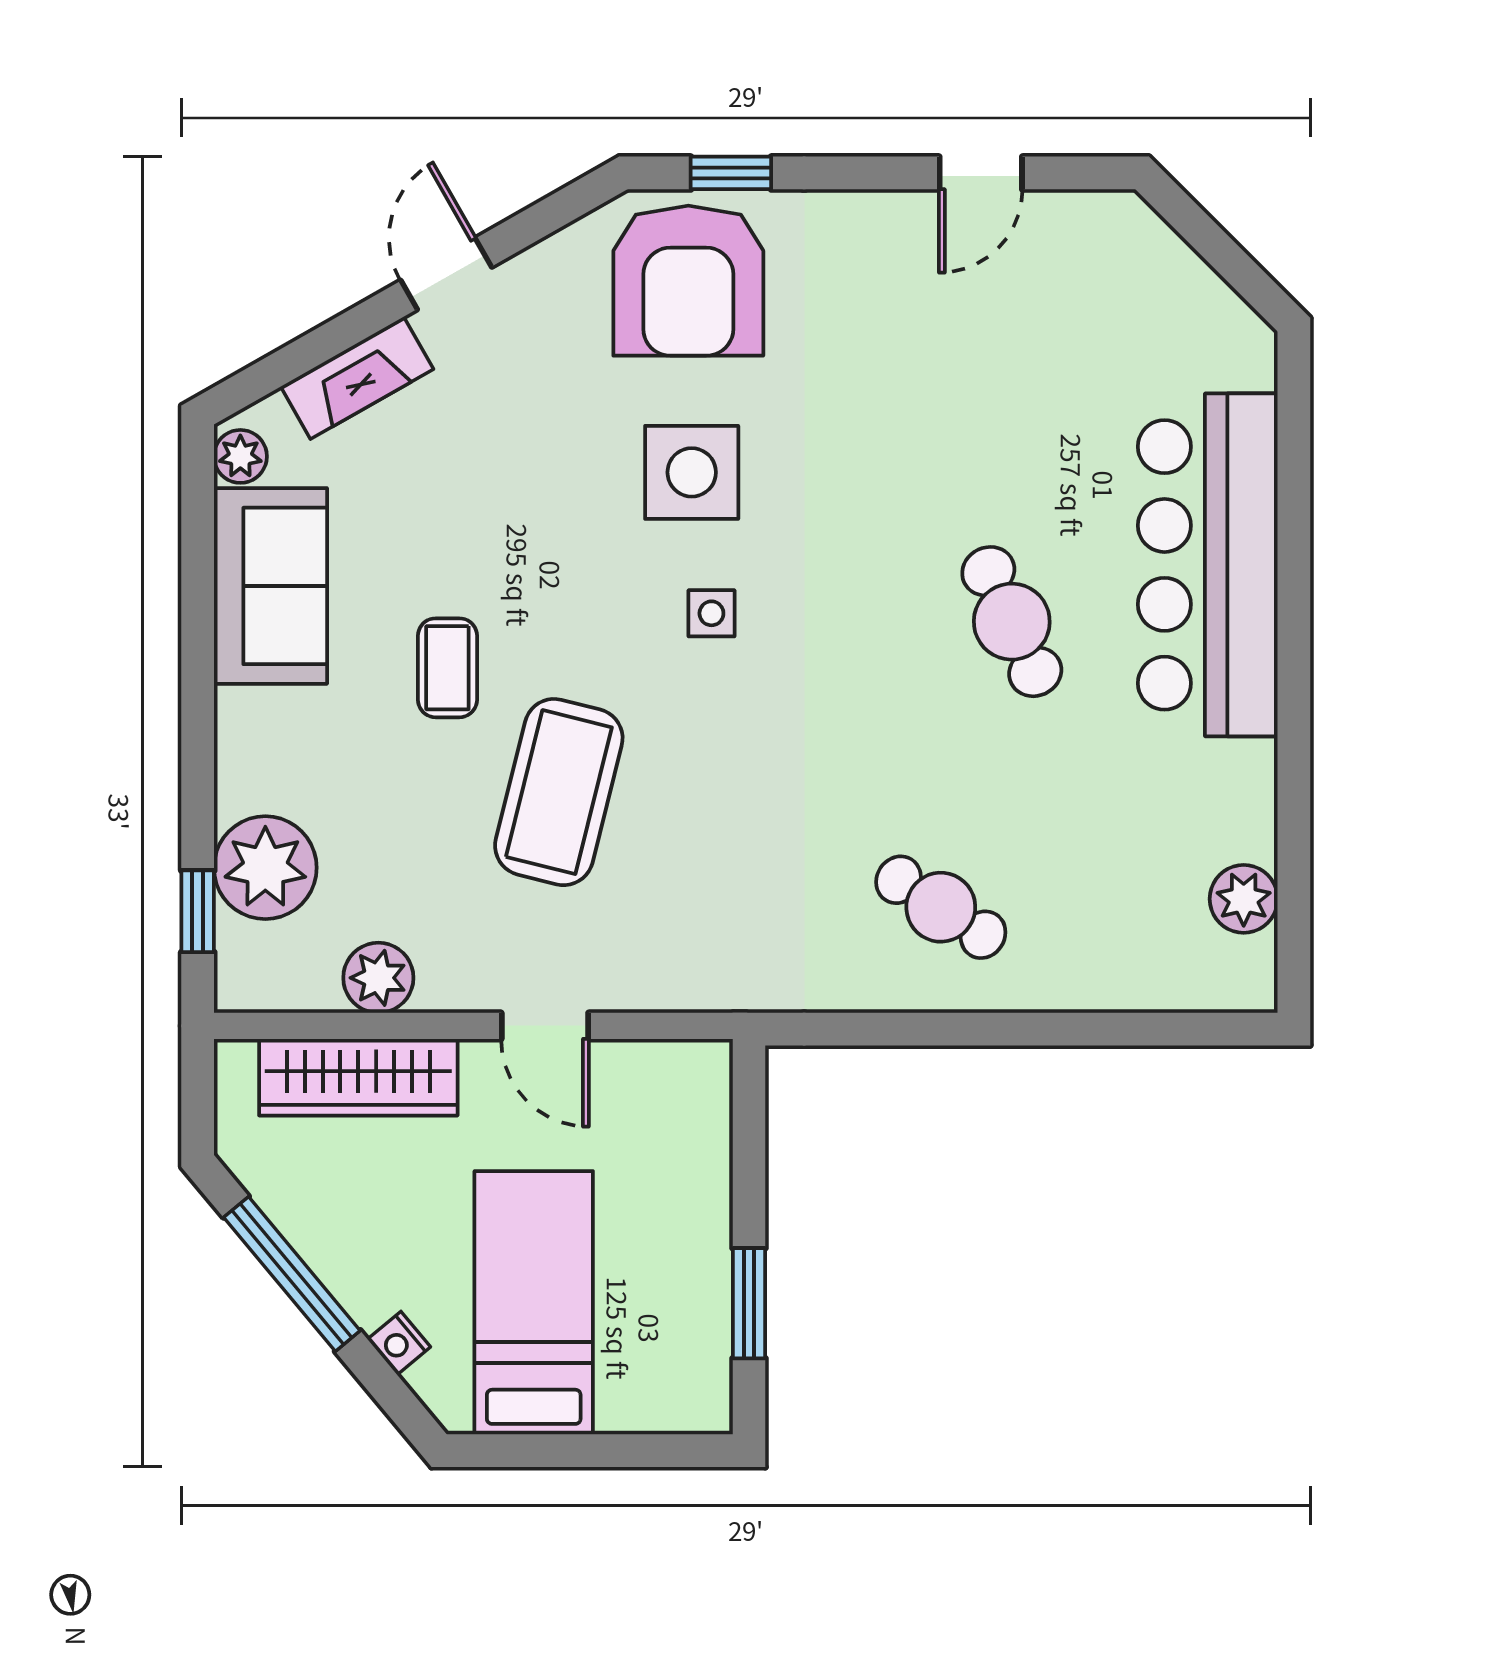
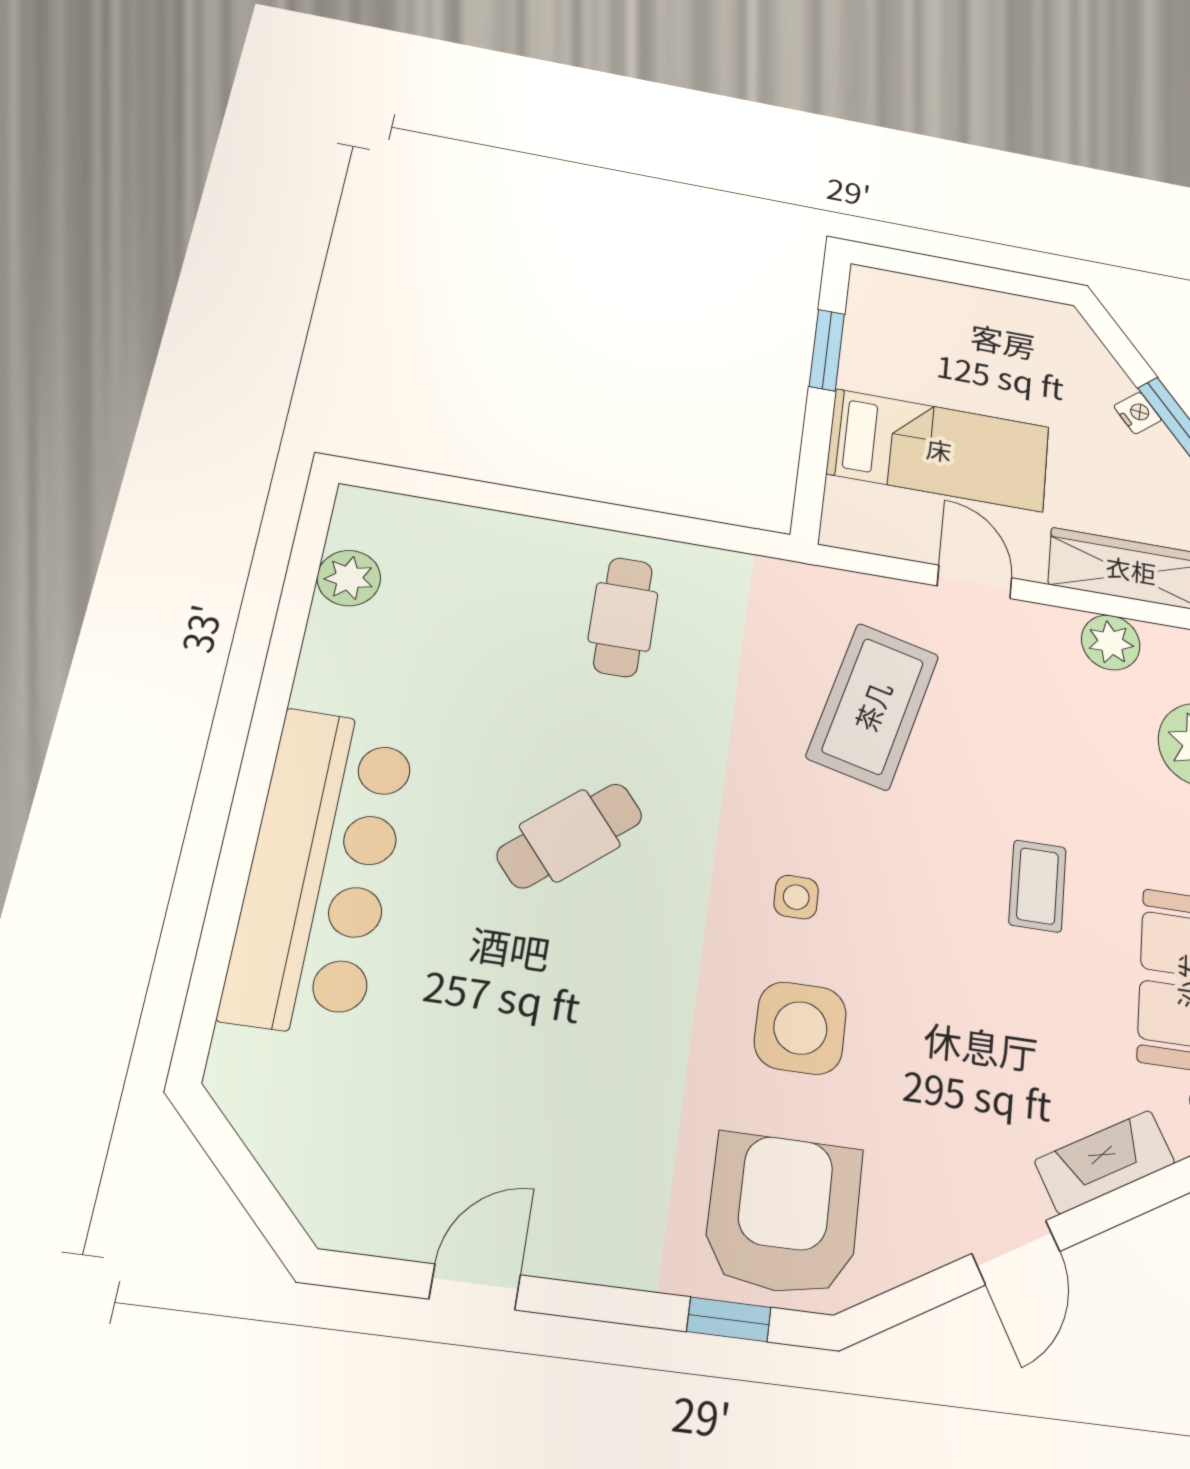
cafe table: (1012, 622) -> (570, 836), moved, turned 75
coffee table: (559, 792) -> (873, 706), moved
cafe table: (941, 907) -> (623, 617), turned 57
bed: (534, 1303) -> (939, 450), moved, turned -90
nightstand: (399, 1343) -> (1138, 413), moved

